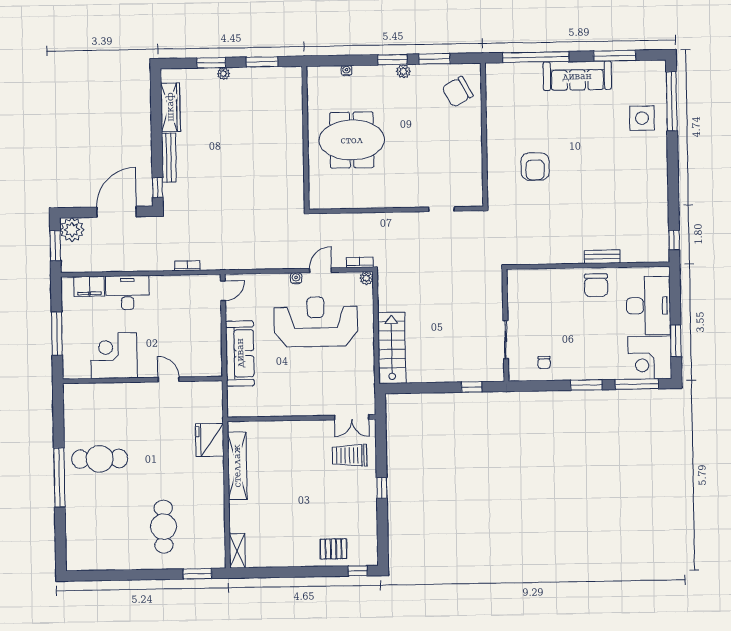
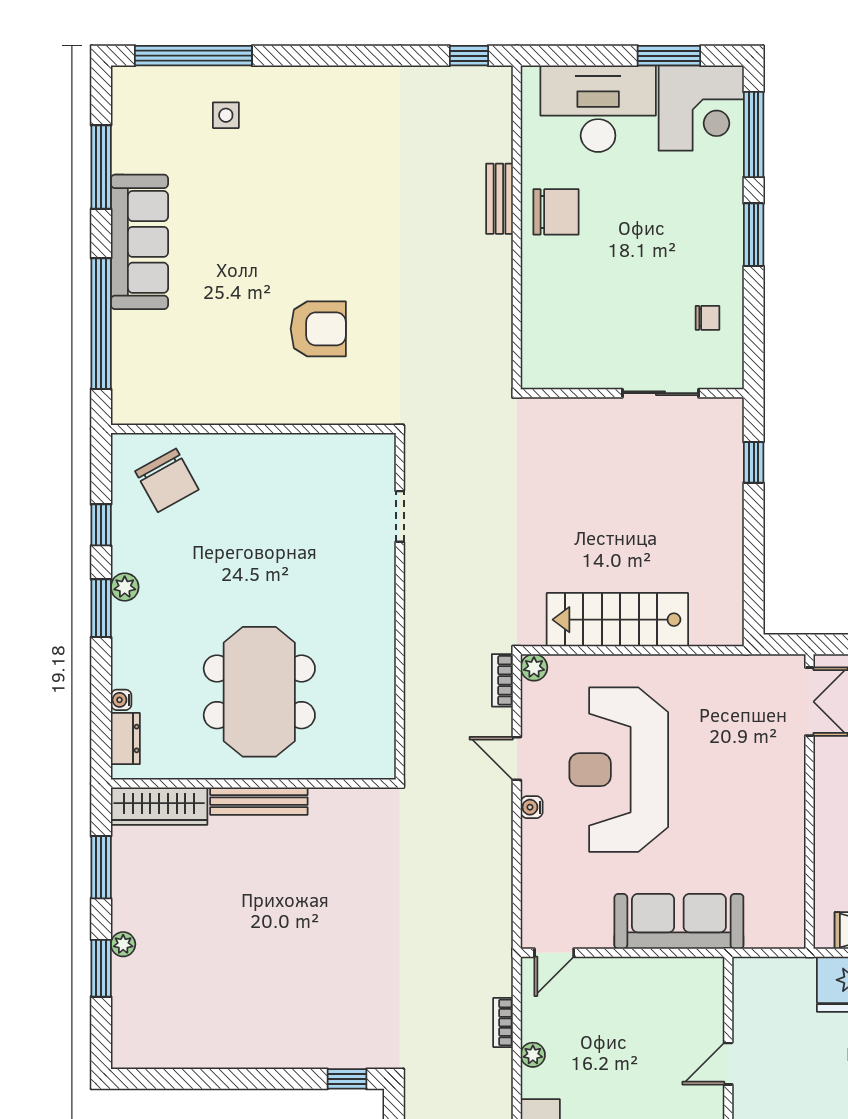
window: (434, 59) -> (101, 525), width x0.67
dresser: (327, 73) -> (125, 738), added
wardrobe: (170, 107) -> (159, 806), moved, turned 180
side table: (642, 118) -> (226, 115), width x0.54, depth x0.54
bench: (169, 158) -> (259, 801), moved
plant: (171, 281) -> (533, 1055), added
door: (223, 291) -> (554, 953), swing flipped
stairs: (392, 348) -> (617, 620), moved

